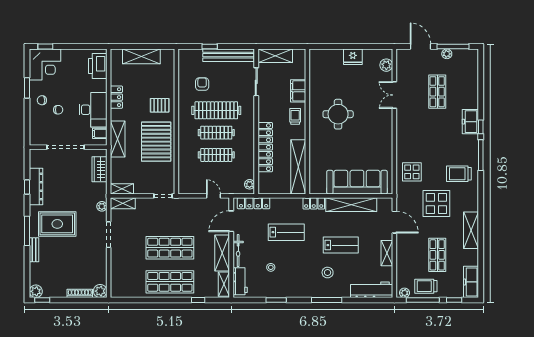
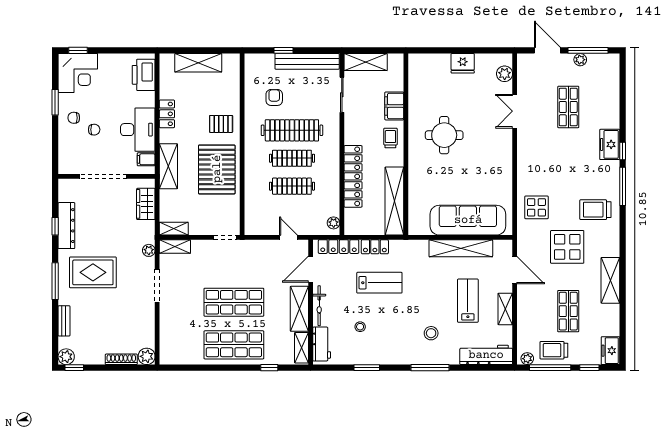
locker: (314, 203) -> (375, 247), moved
lab bench: (341, 245) -> (468, 301), moved, turned -90
bench: (34, 250) -> (64, 321), moved
freezer: (471, 282) -> (610, 351), width x0.71

